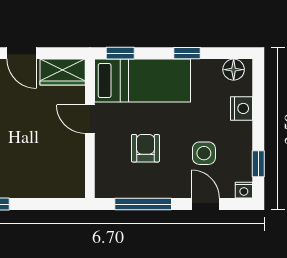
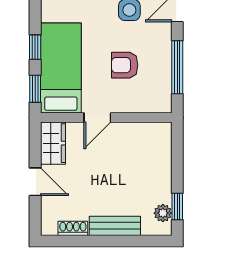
door: (22, 53) -> (35, 182), hinge flipped
window: (187, 53) -> (35, 47), moved

